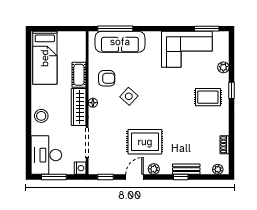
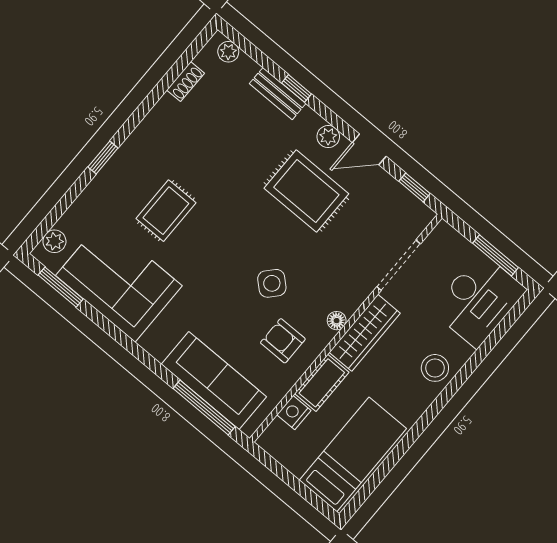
plant: (223, 67) -> (54, 241), moved
rug: (208, 97) -> (166, 211), moved, turned 90
nightstand: (80, 168) -> (294, 413), moved

